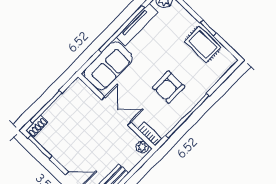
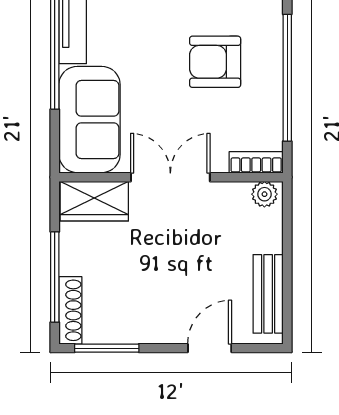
armchair: (168, 87) -> (215, 62), turned 90
wardrobe: (83, 94) -> (94, 201), added
shoe rack: (37, 126) -> (70, 310), width x1.43

